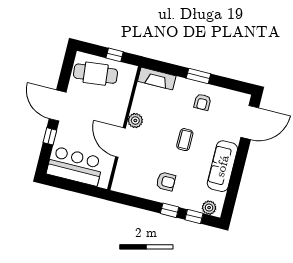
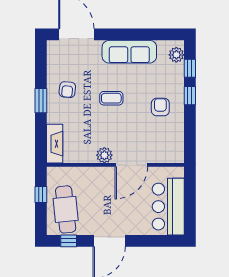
armchair: (202, 102) -> (67, 90), turned 96
window: (50, 136) -> (69, 241), moved

